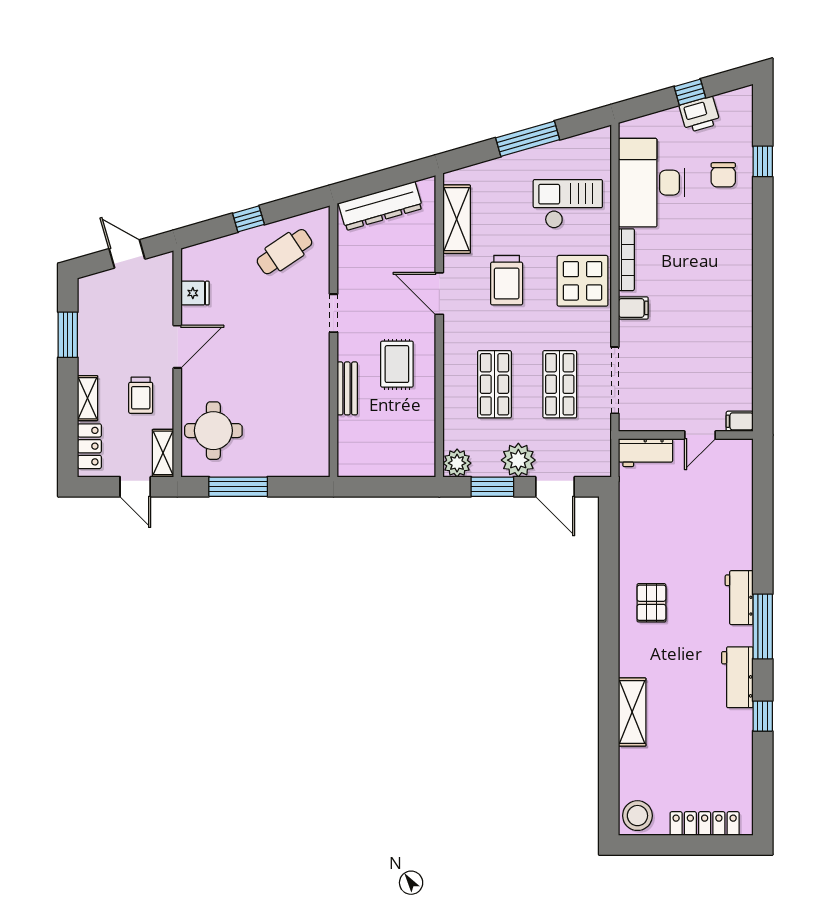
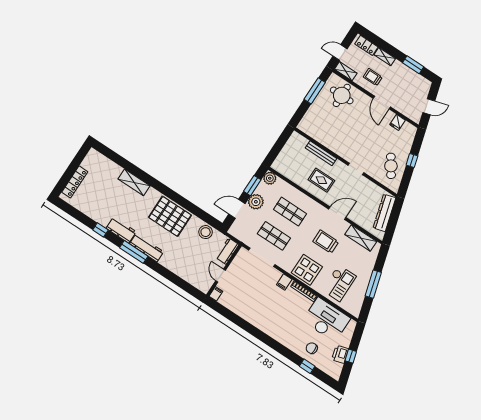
bench: (347, 388) -> (321, 153), width x1.36
workbench: (739, 598) -> (147, 248), width x1.37
pallet: (651, 603) -> (170, 216), width x2.05, depth x2.00
stool: (637, 816) -> (206, 232), moved

